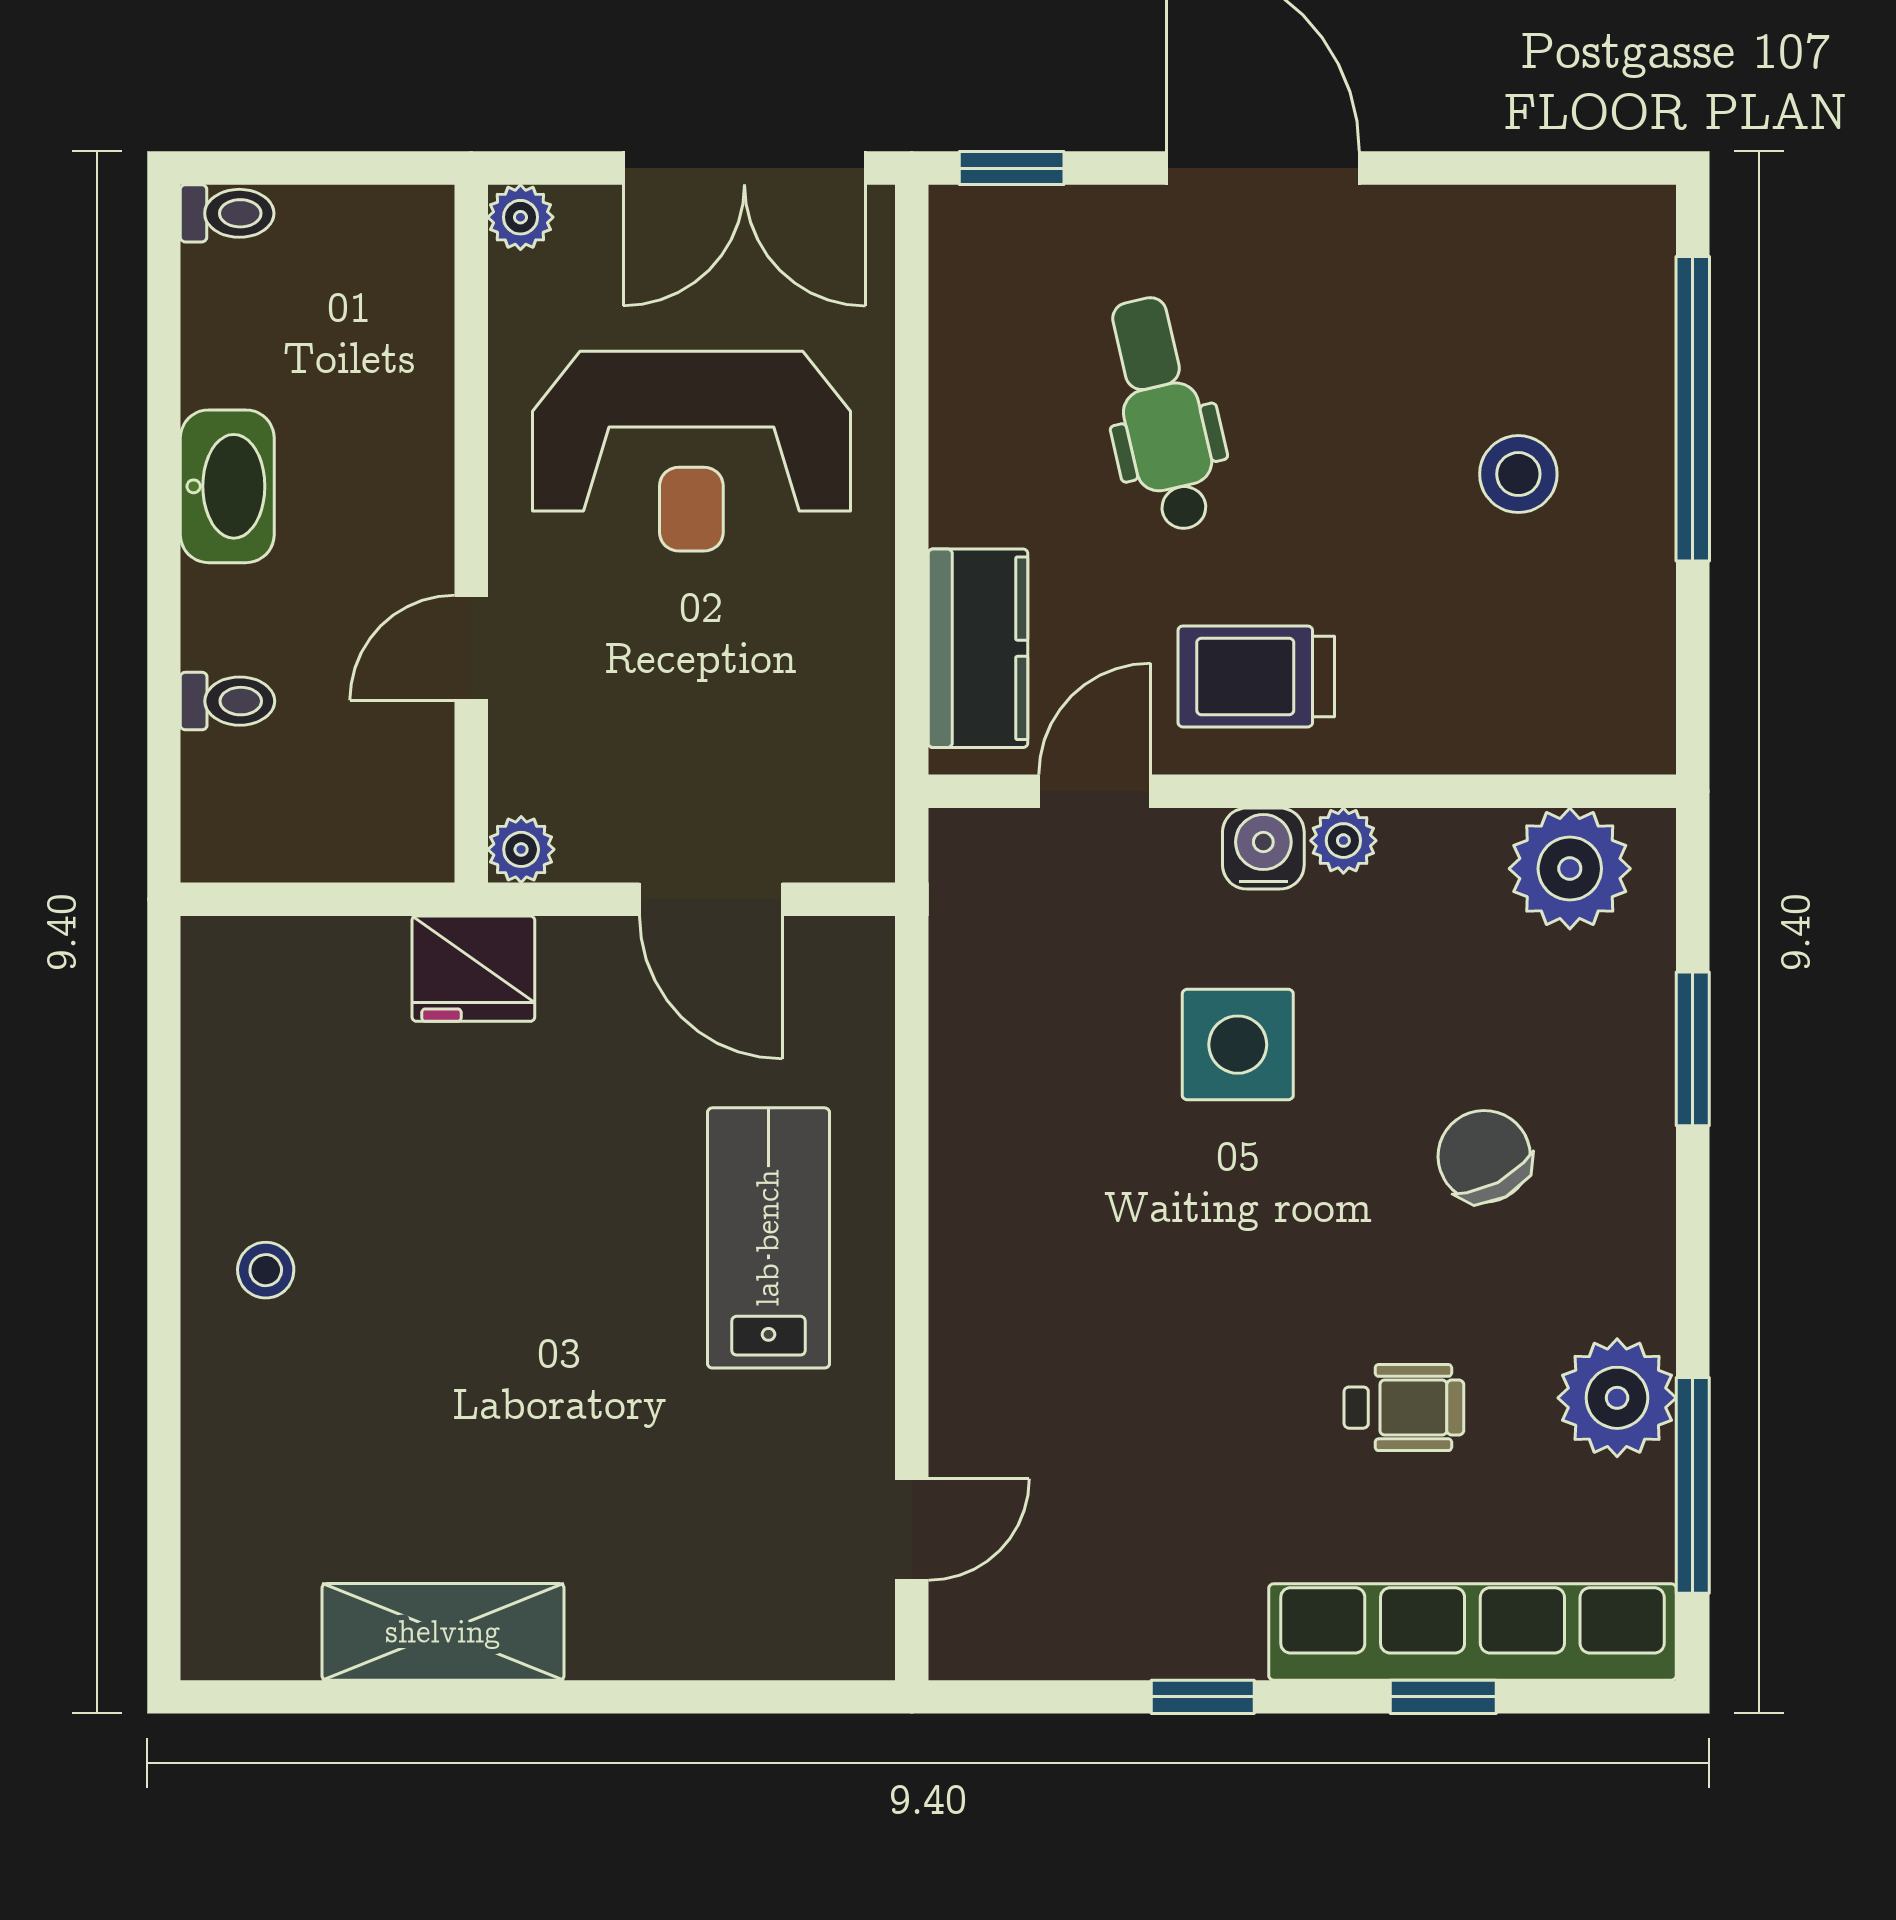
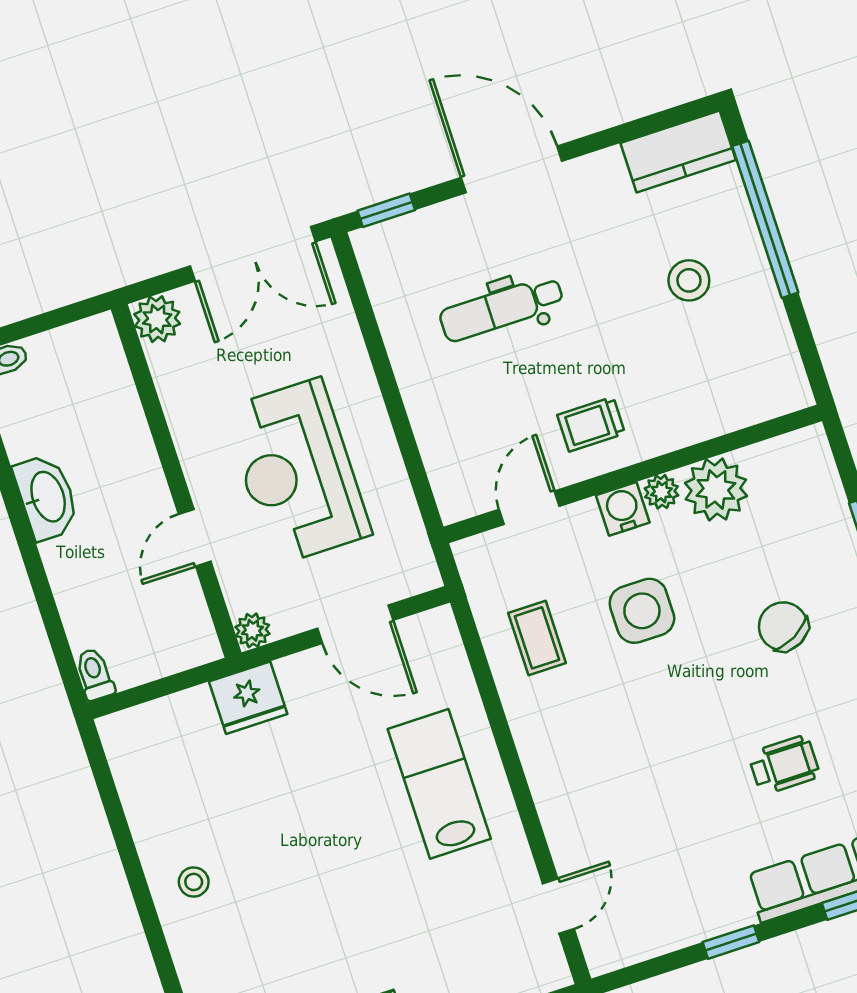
plant: (520, 217) -> (157, 319), width x1.38, depth x1.38
dental chair: (1162, 414) -> (502, 309), turned -77
reception desk: (691, 451) -> (297, 472), moved, turned 90
kitchen counter: (978, 648) -> (678, 152), moved, turned 90
trolley: (1256, 676) -> (591, 424), width x0.73, depth x0.72
toilet: (228, 701) -> (95, 674), moved, turned -90
plant: (1570, 869) -> (716, 489), moved
coffee table: (1032, 1032) -> (537, 638), added

